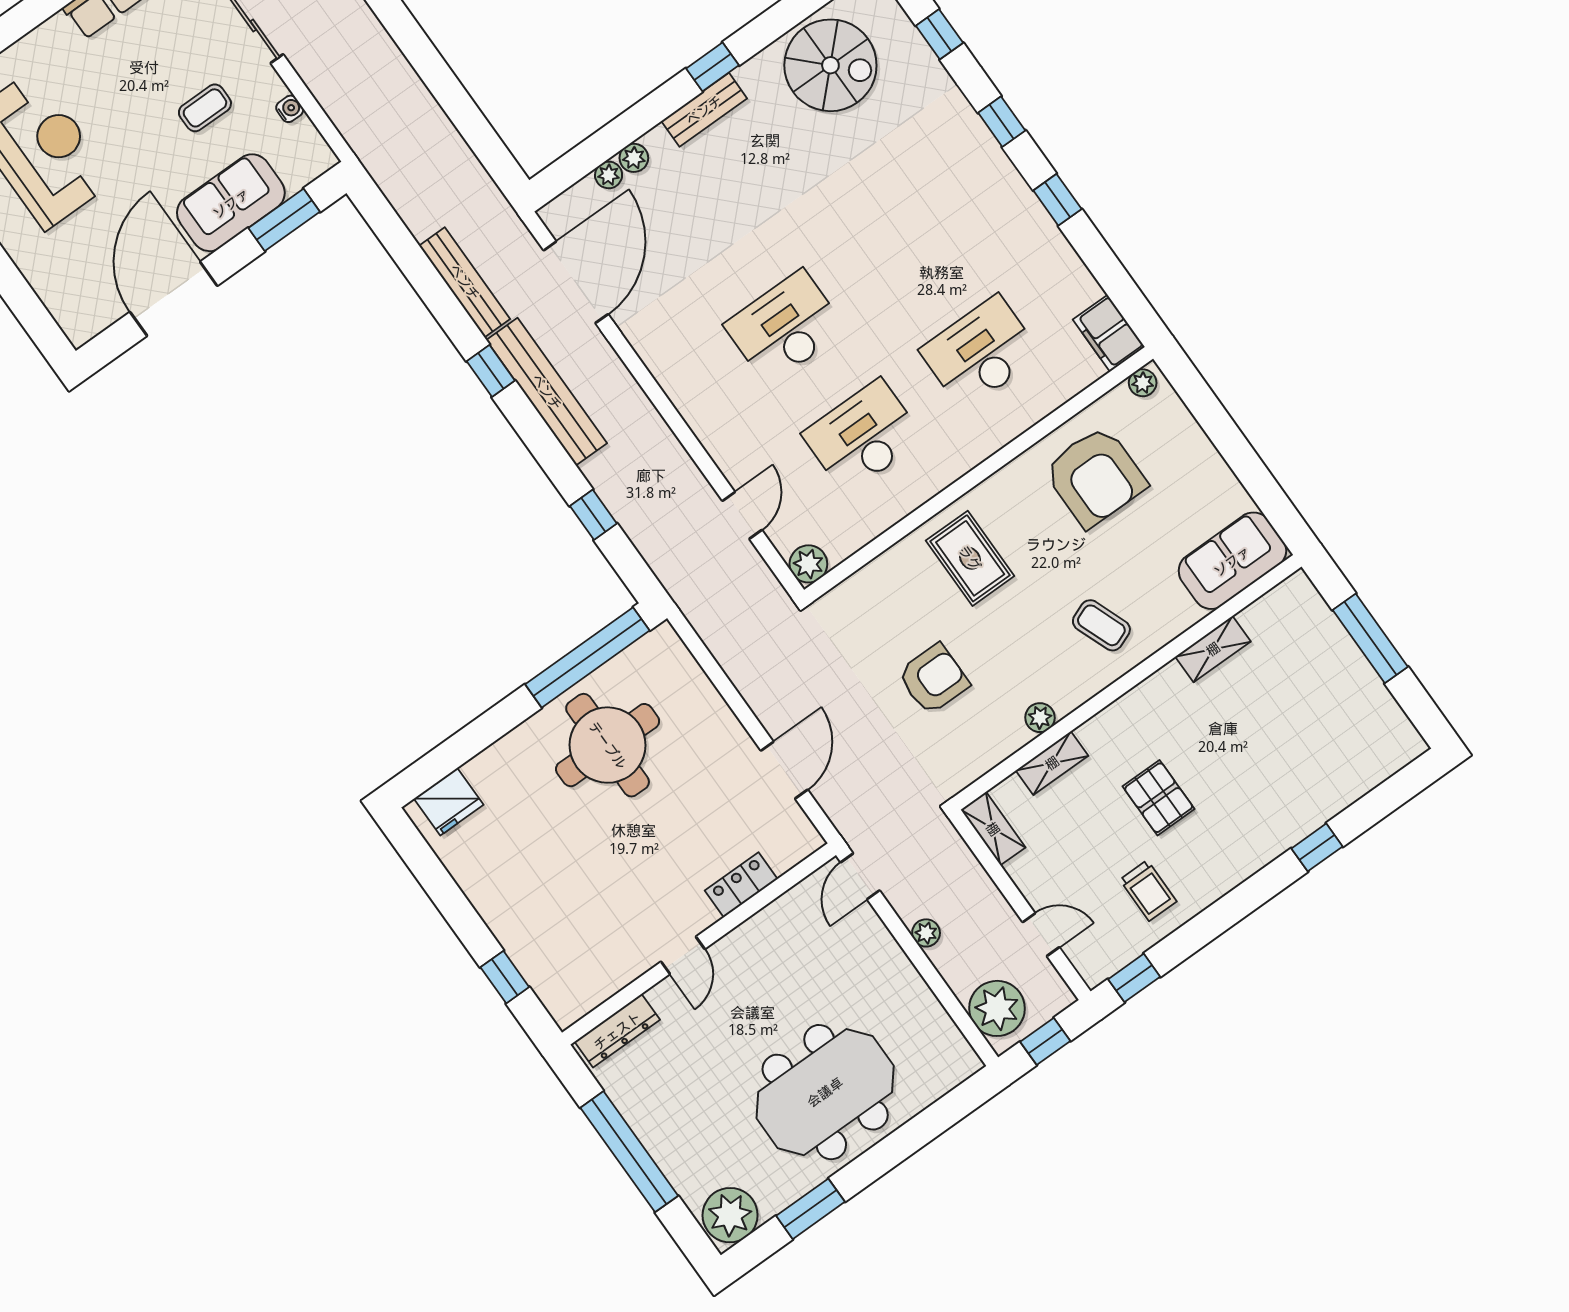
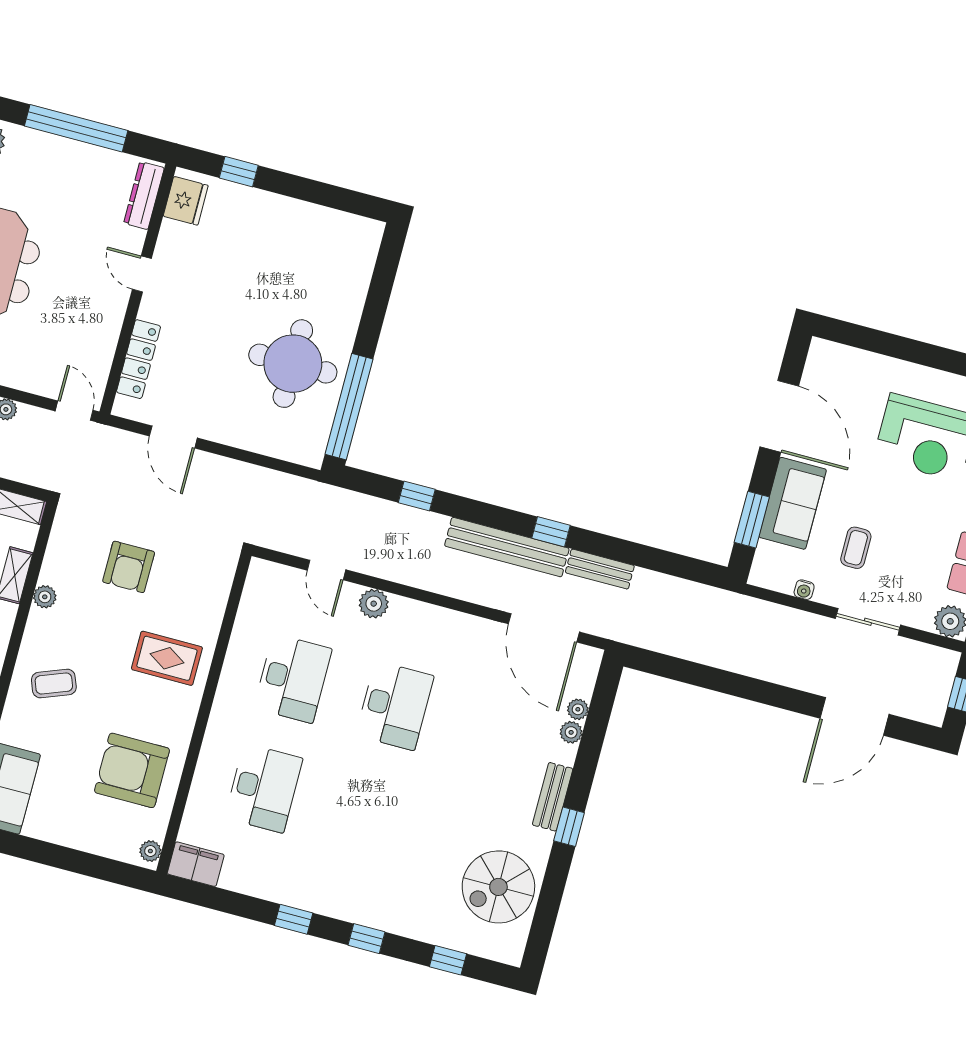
bench: (465, 282) -> (600, 569), width x0.73
plant: (808, 564) -> (374, 604), moved
fridge: (449, 802) -> (186, 201), moved, turned 180
locker: (741, 885) -> (139, 359), width x1.53

